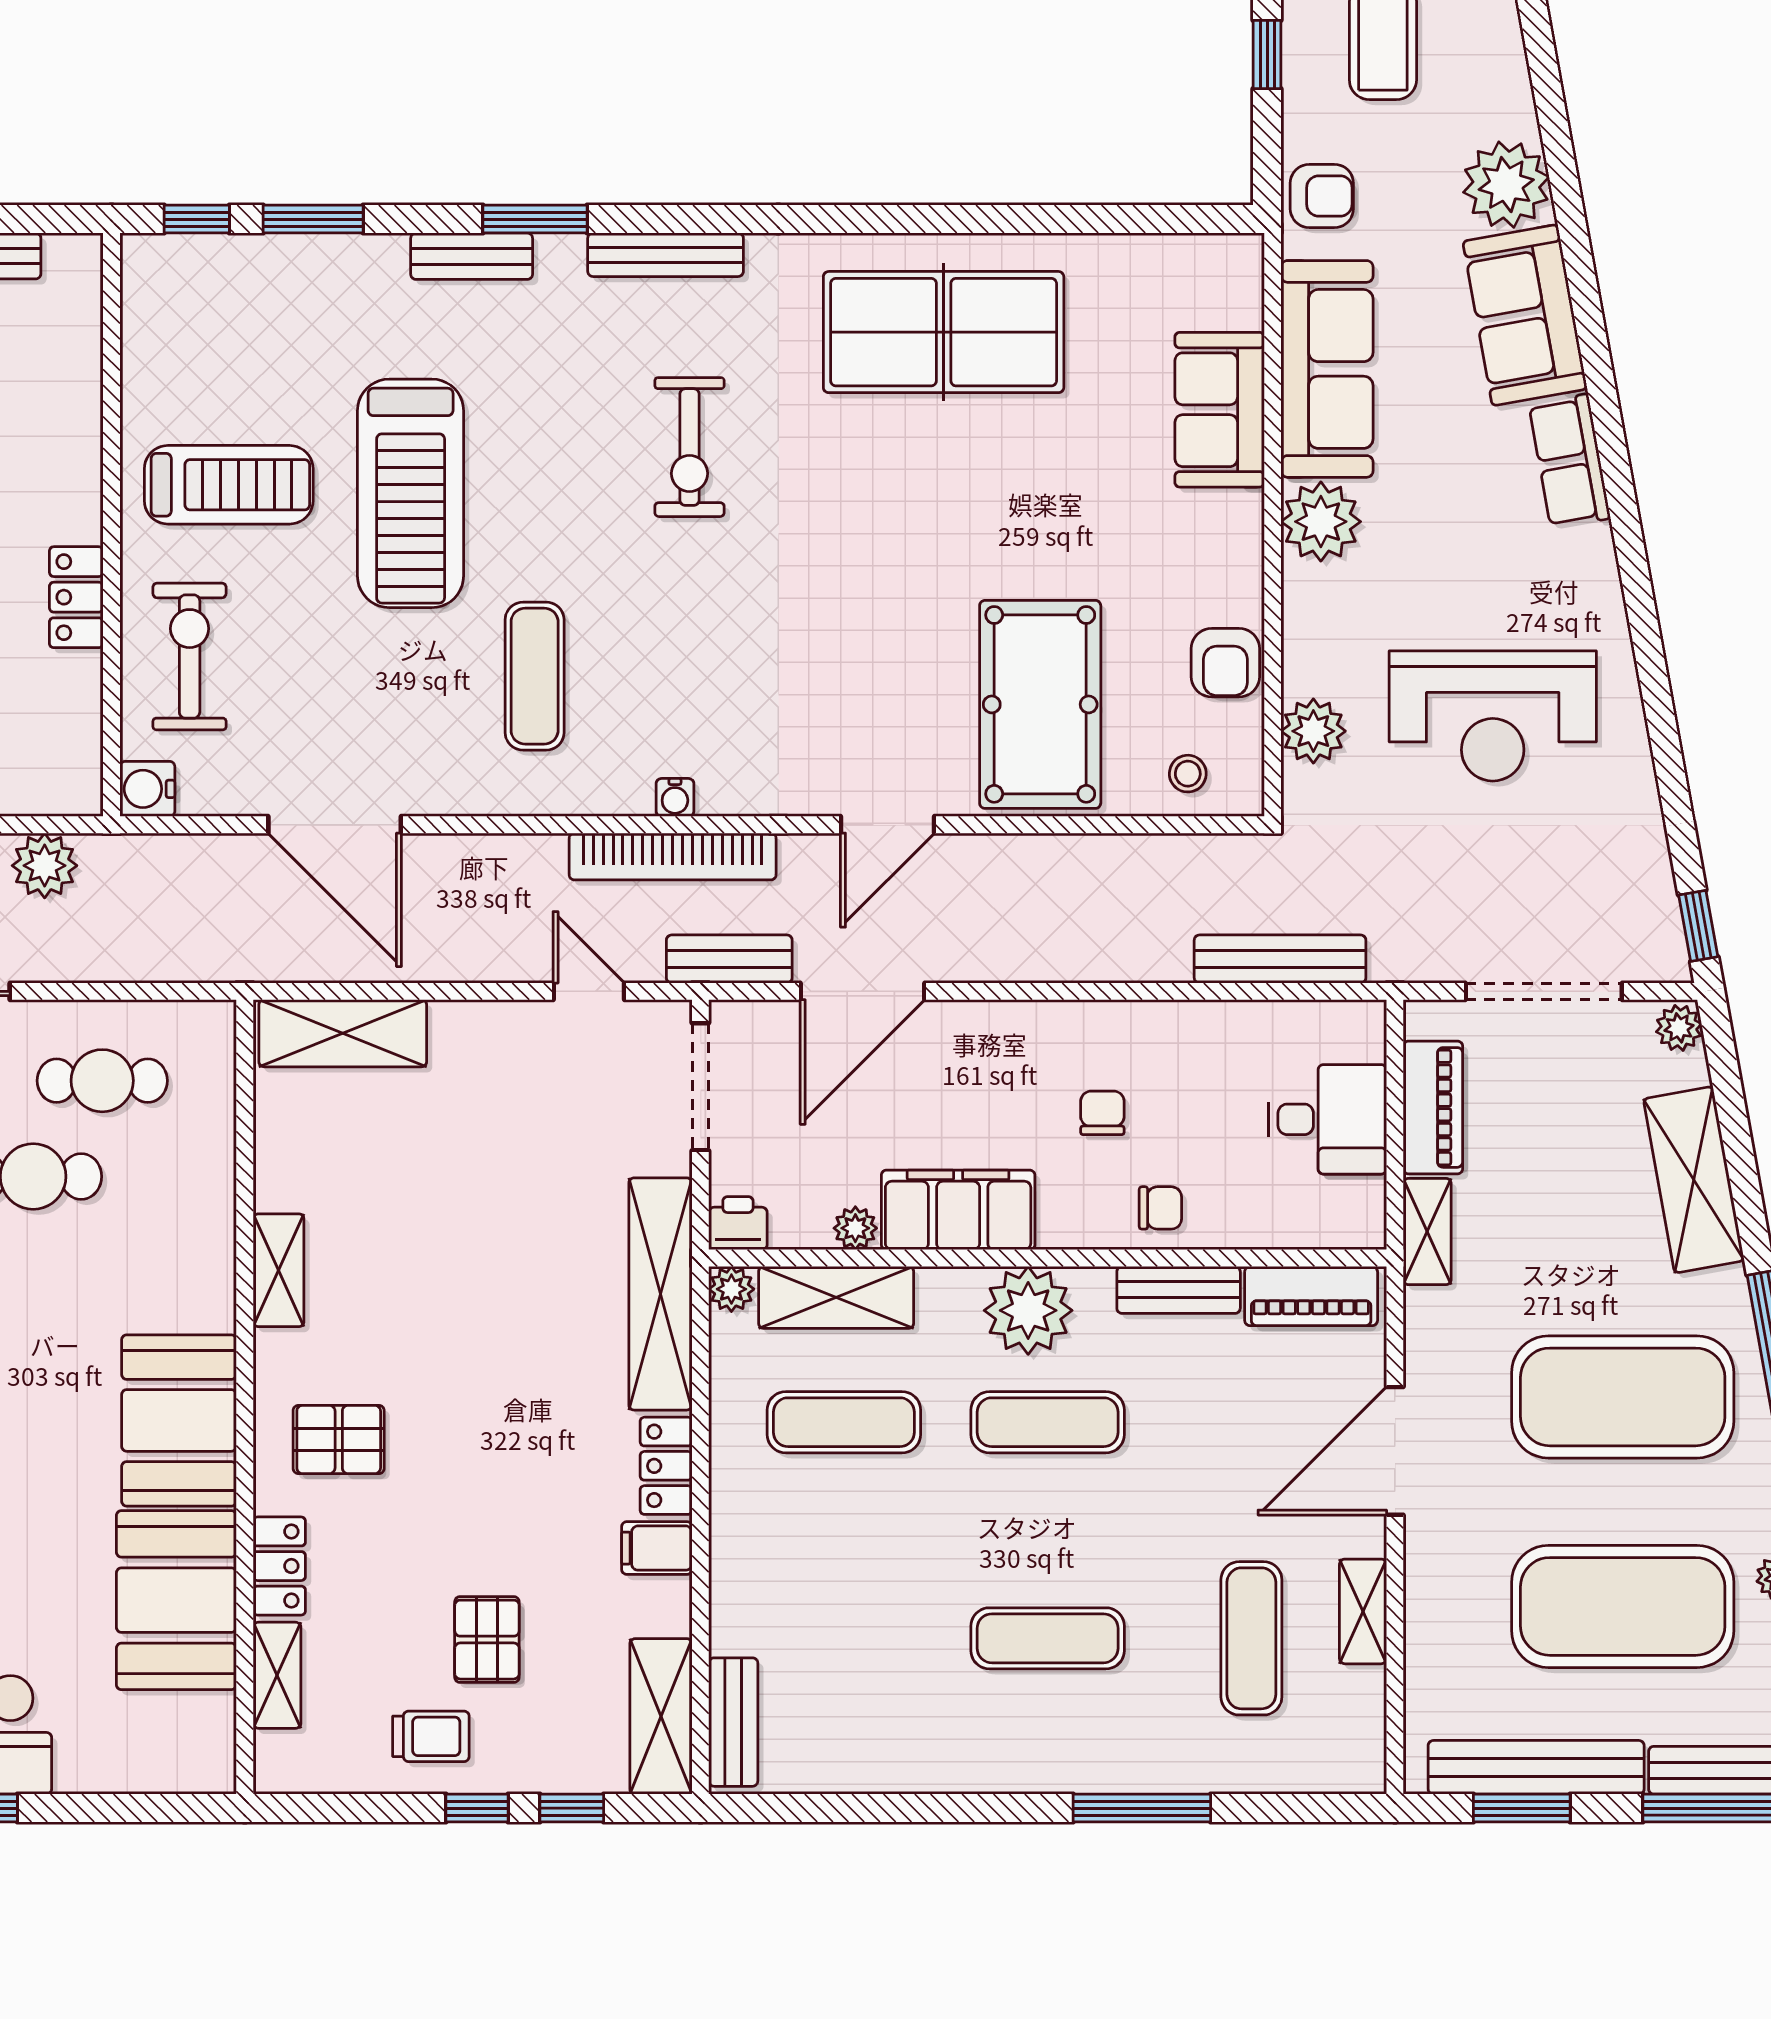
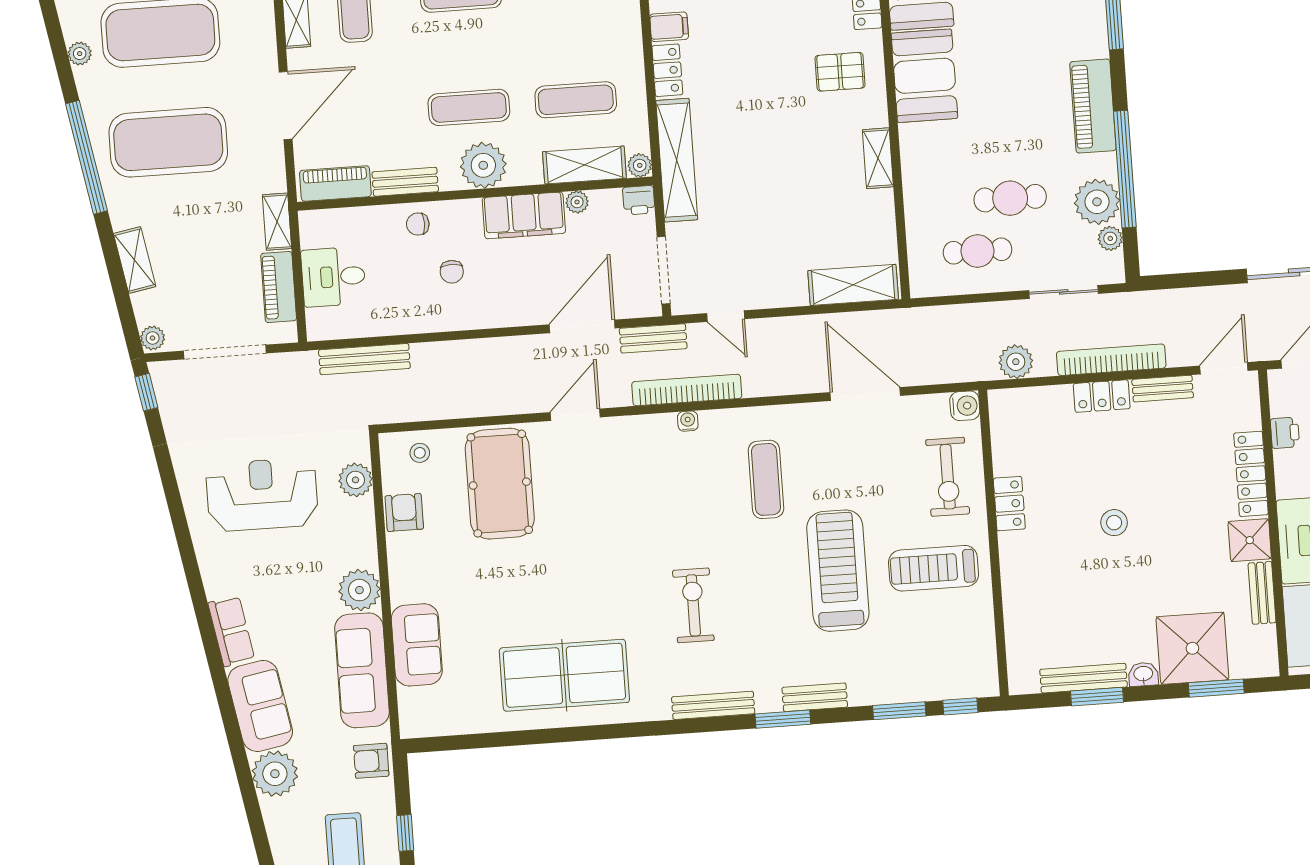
shelving: (1694, 1180) -> (135, 260), width x0.67, depth x0.75

